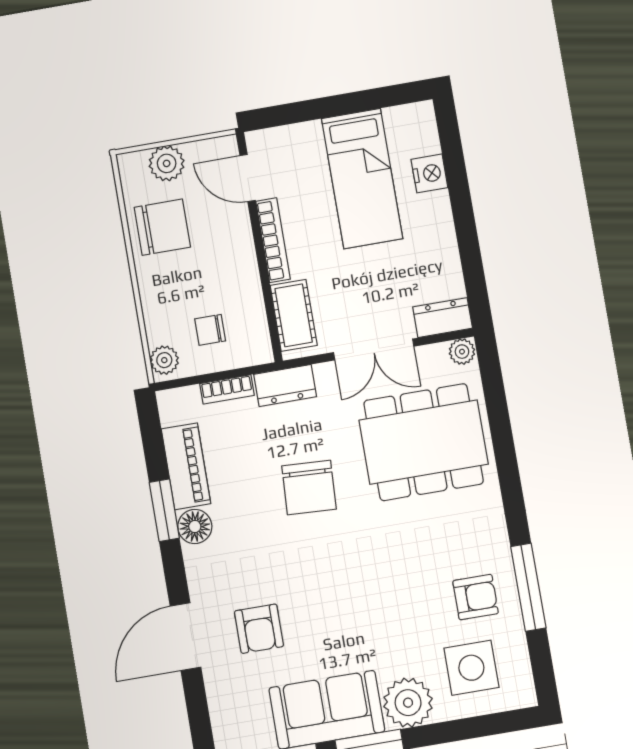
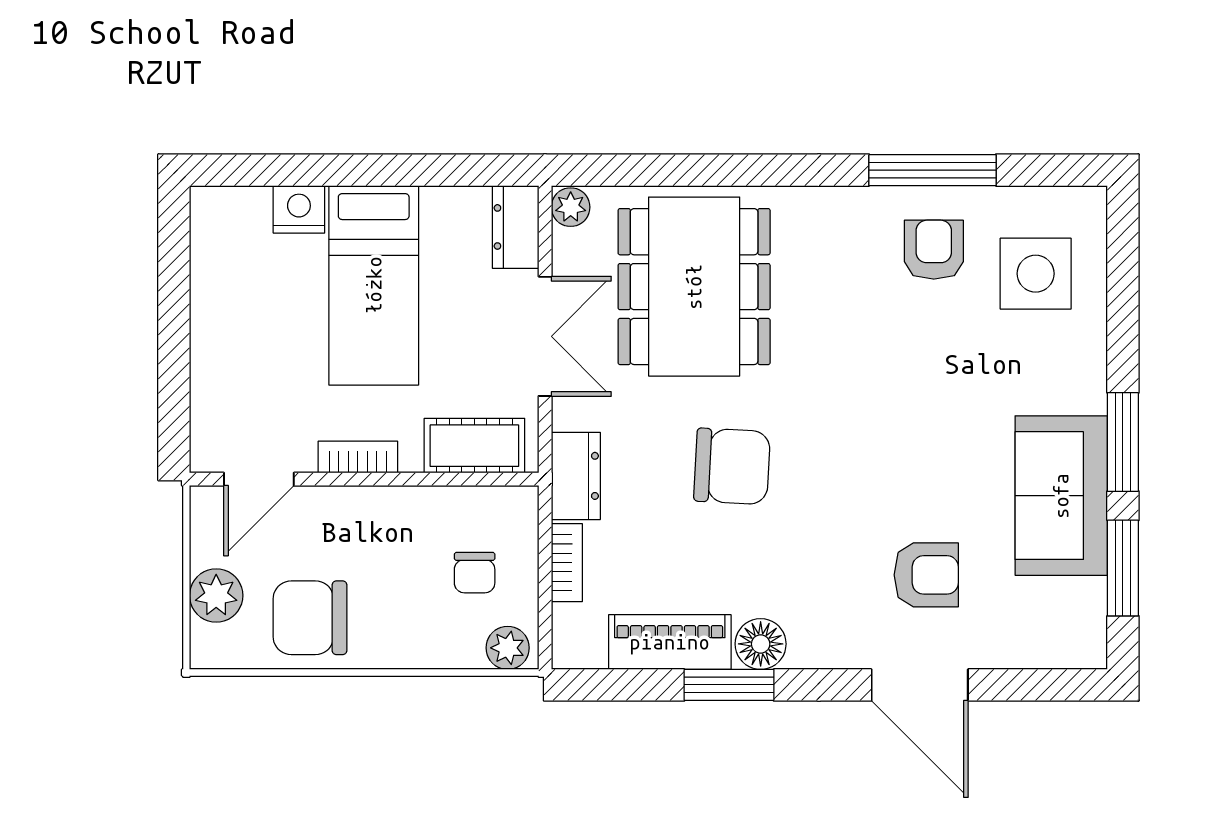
bed: (362, 179) -> (374, 285), moved, turned 90
chair: (162, 227) -> (310, 618), turned -90
bookcase: (273, 240) -> (358, 457), width x0.64
plant: (408, 703) -> (1071, 375), removed

